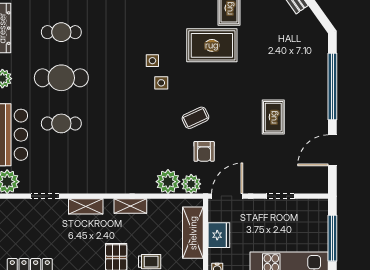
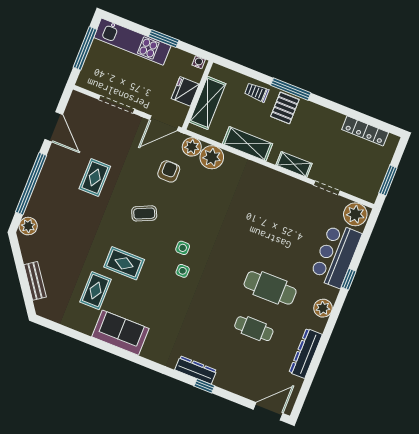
plant: (319, 44) -> (28, 226), added
rug: (212, 45) -> (124, 263), width x0.73, depth x0.70
coffee table: (195, 118) -> (144, 213), moved
cafe table: (61, 123) -> (286, 247), removed
door: (332, 150) -> (54, 127), hinge flipped
doorway: (280, 196) -> (117, 104), width x1.38
shelving: (130, 206) -> (248, 144), width x1.50, depth x1.33

